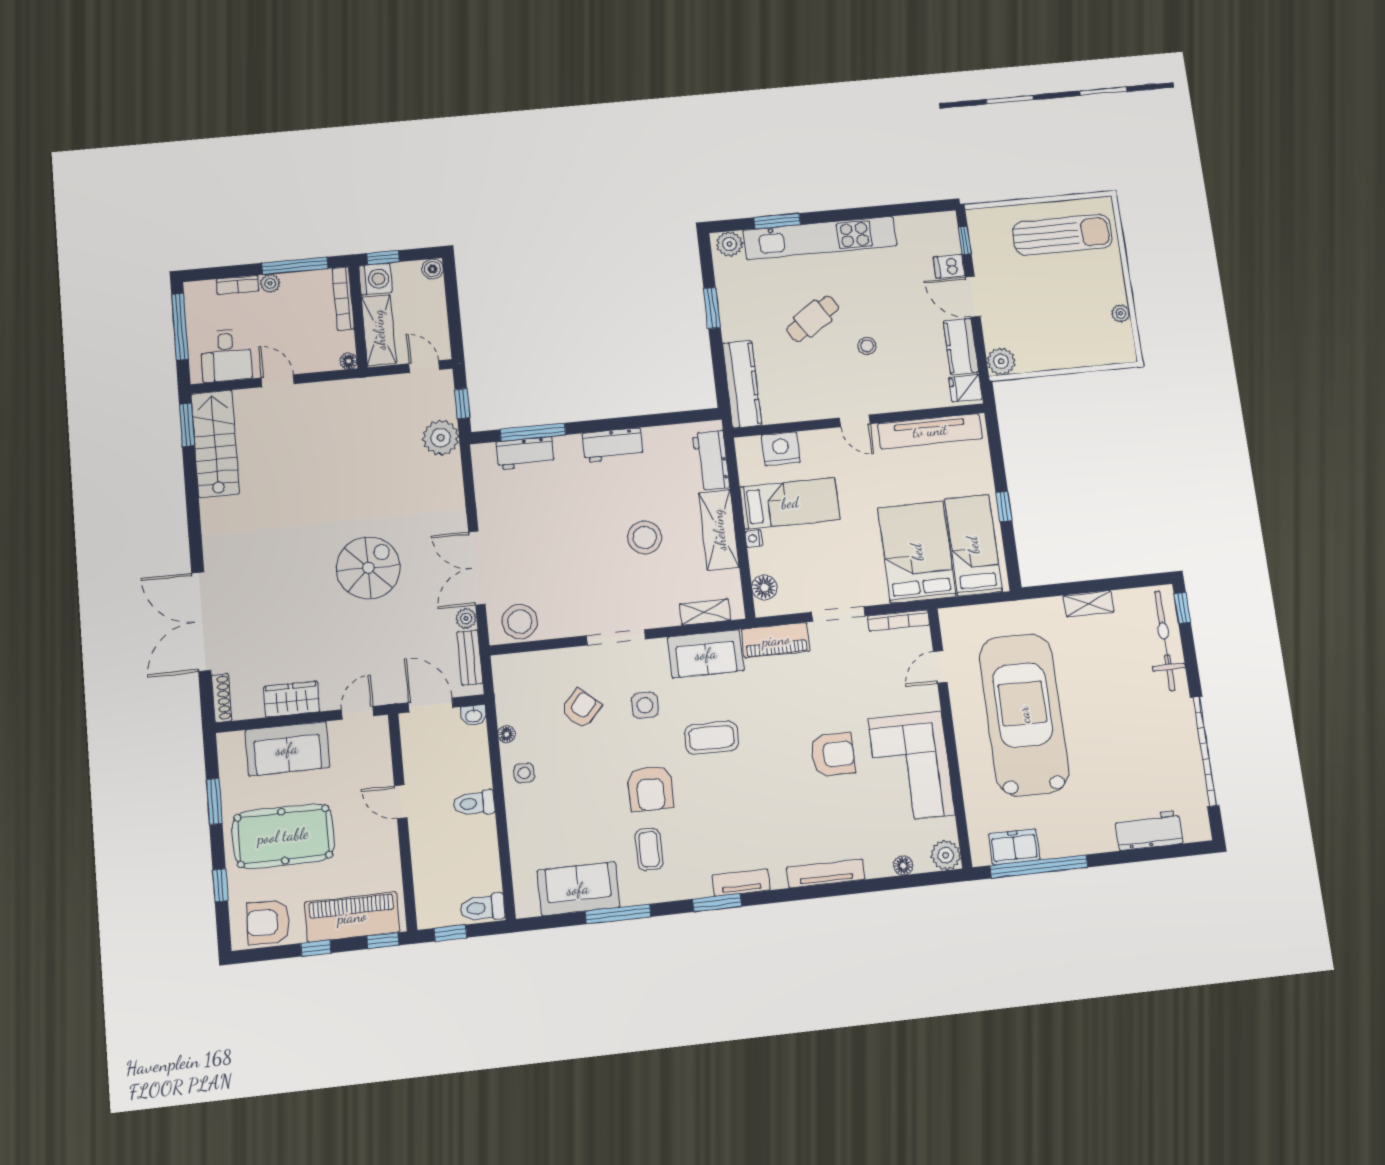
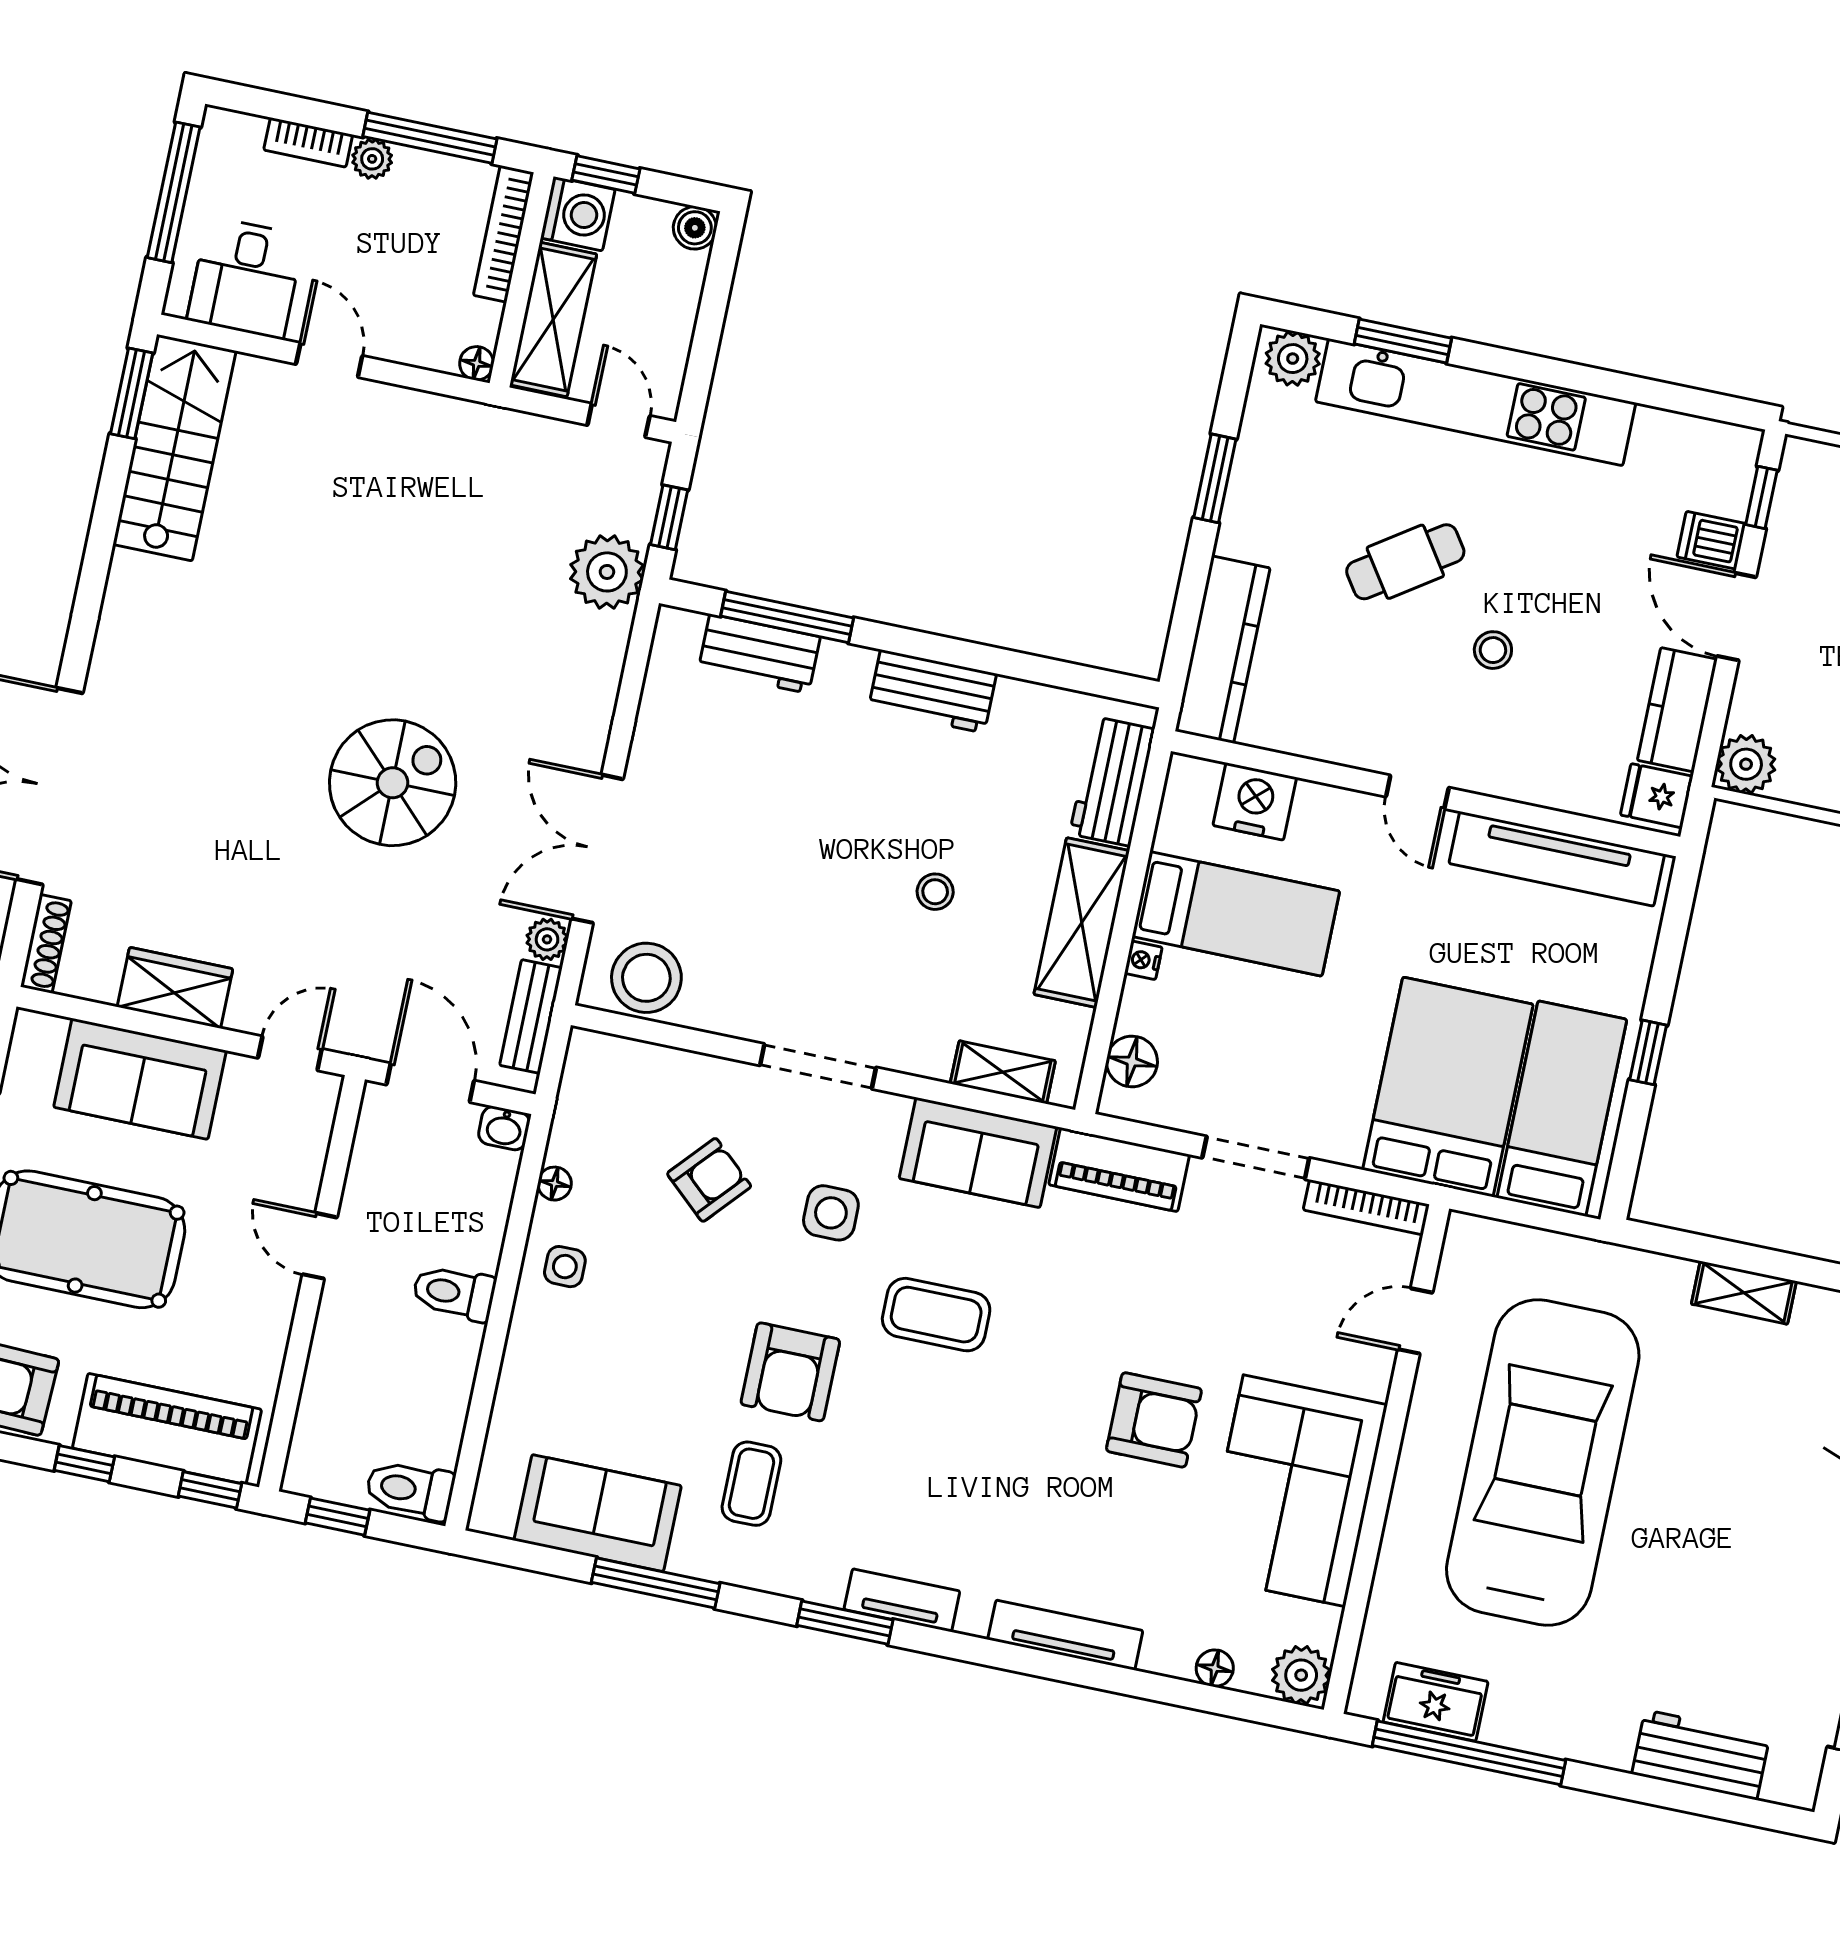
stool: (645, 537) -> (935, 892), width x0.53, depth x0.53

